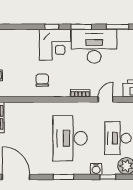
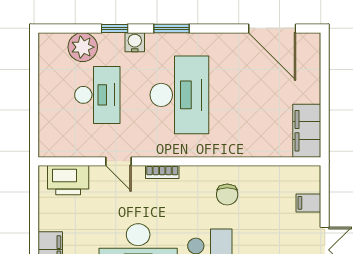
door: (106, 99) -> (119, 161), hinge flipped
window: (64, 177) -> (172, 28), moved

